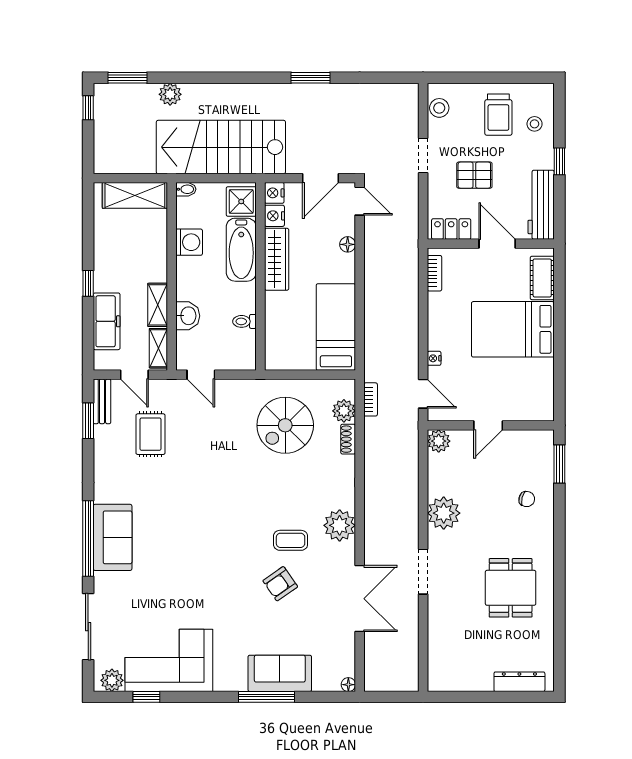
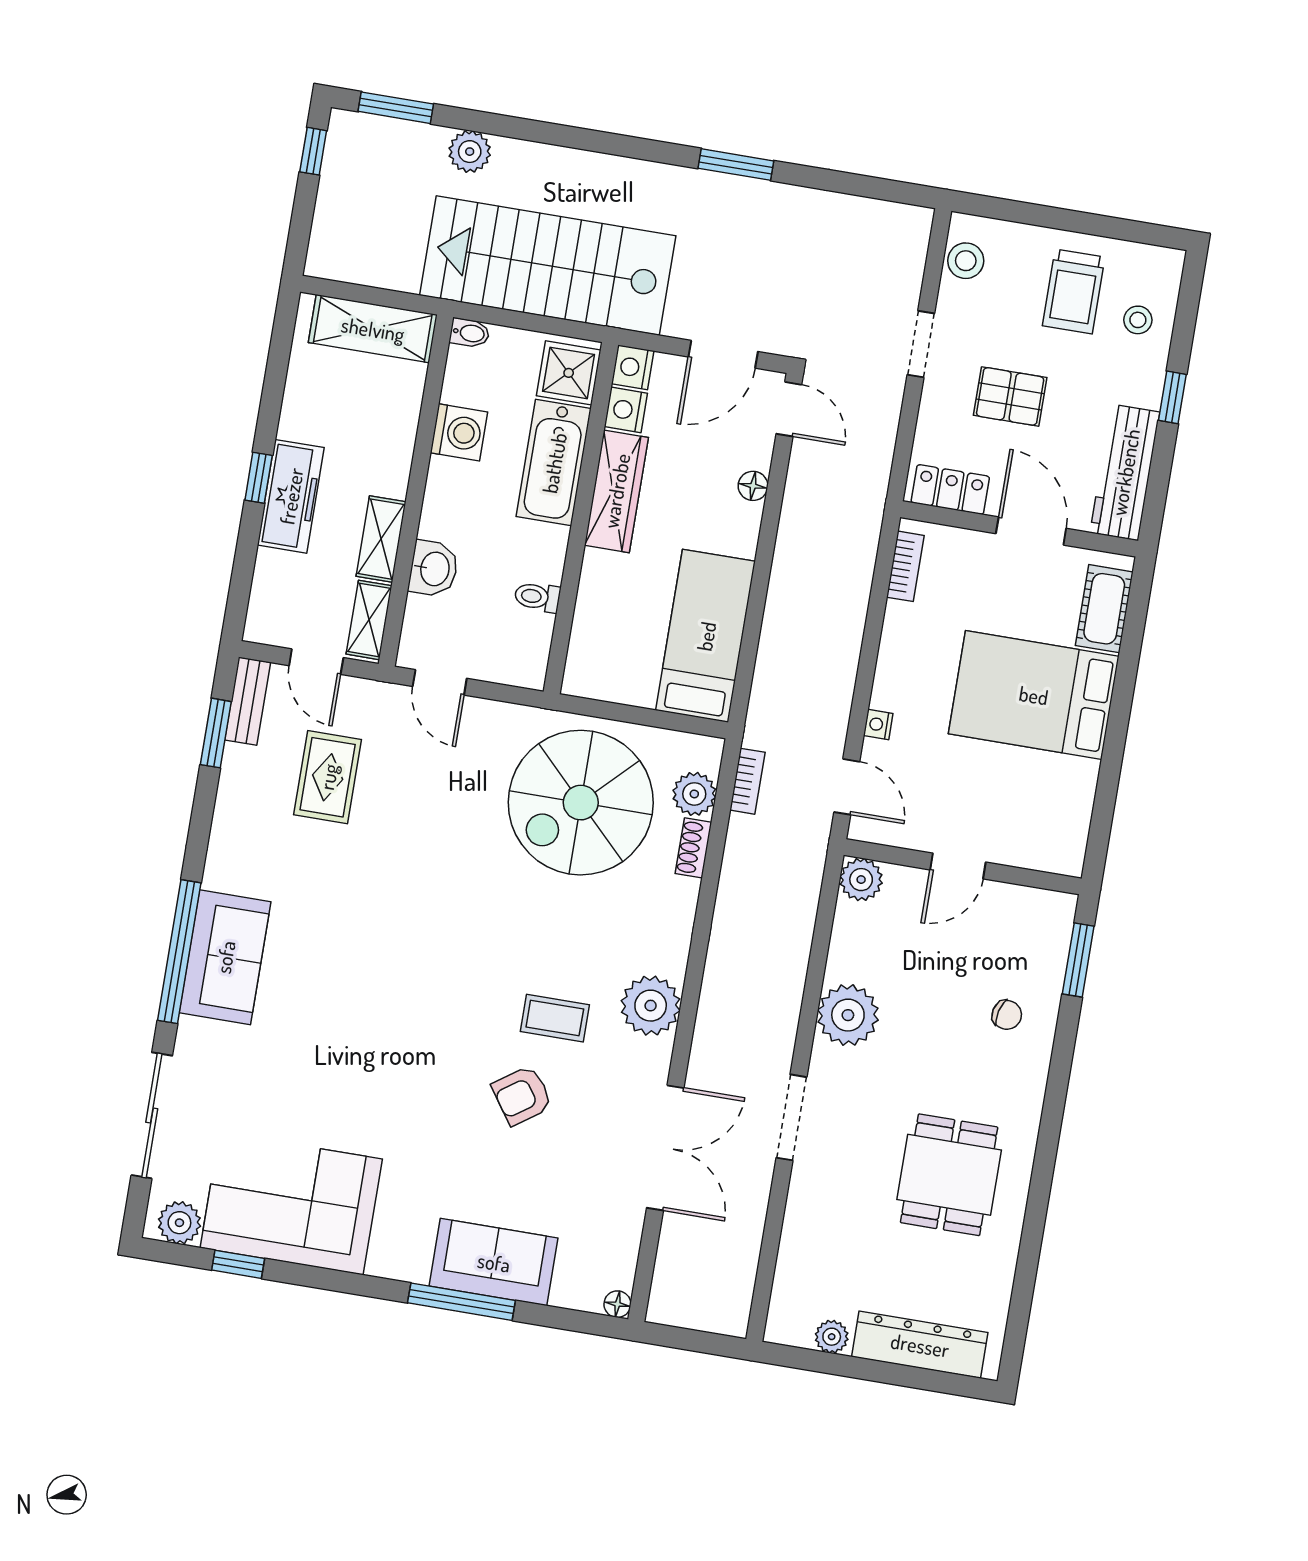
freezer: (107, 321) -> (291, 496), moved
spiral stairs: (285, 425) -> (581, 803), width x1.37, depth x1.37
dresser: (519, 682) -> (920, 1345), width x1.37, depth x1.24
plant: (463, 683) -> (832, 1337), added

